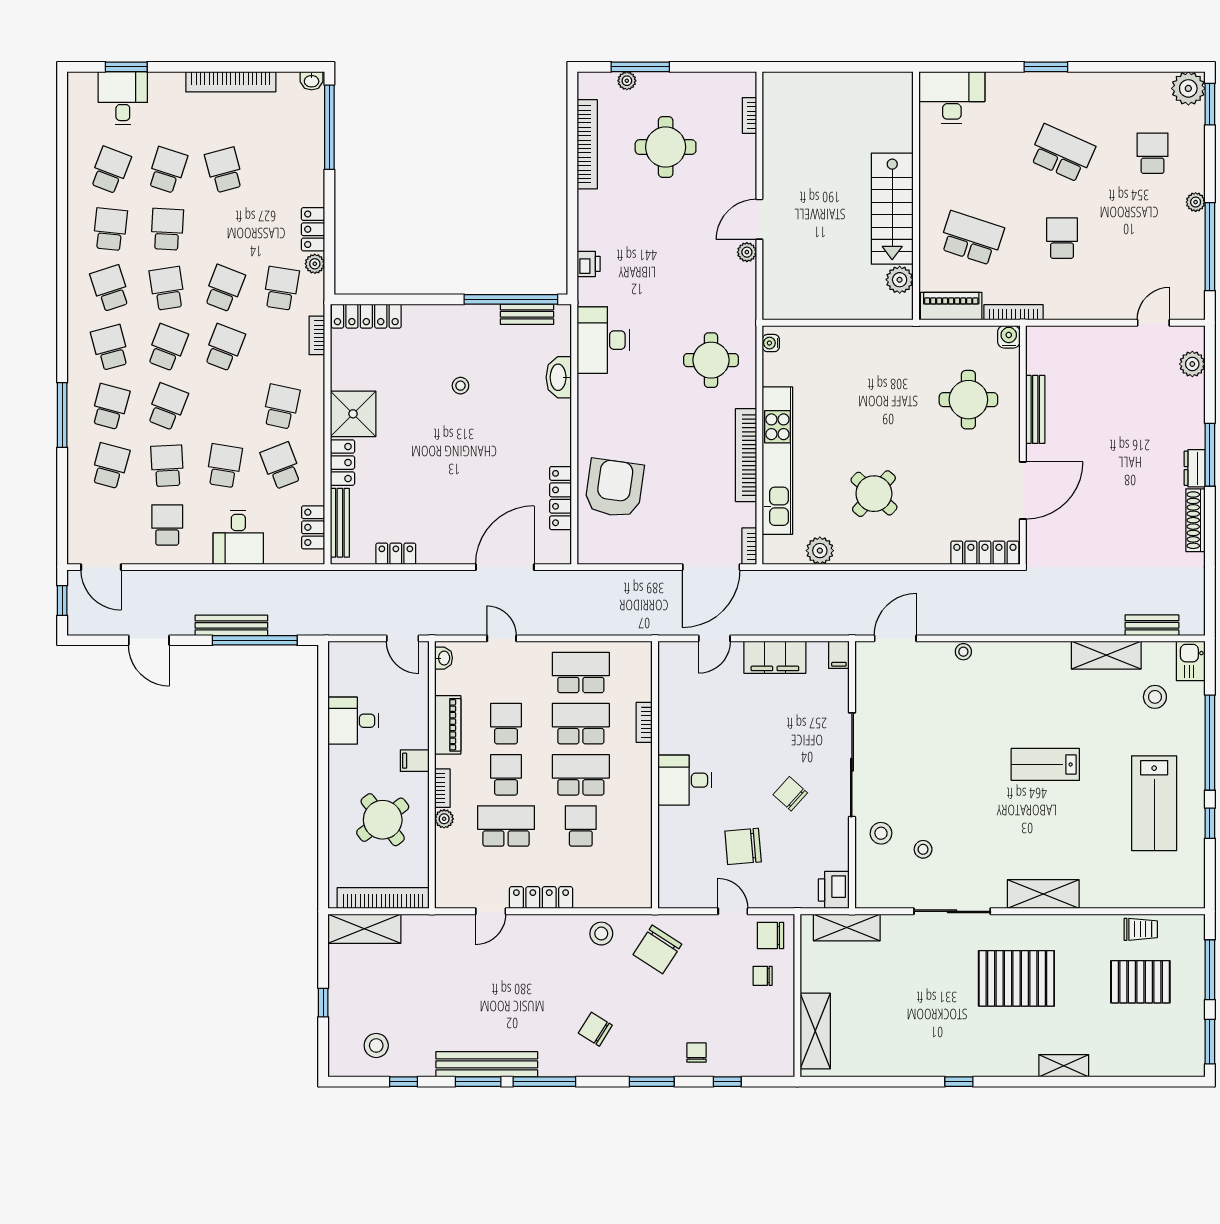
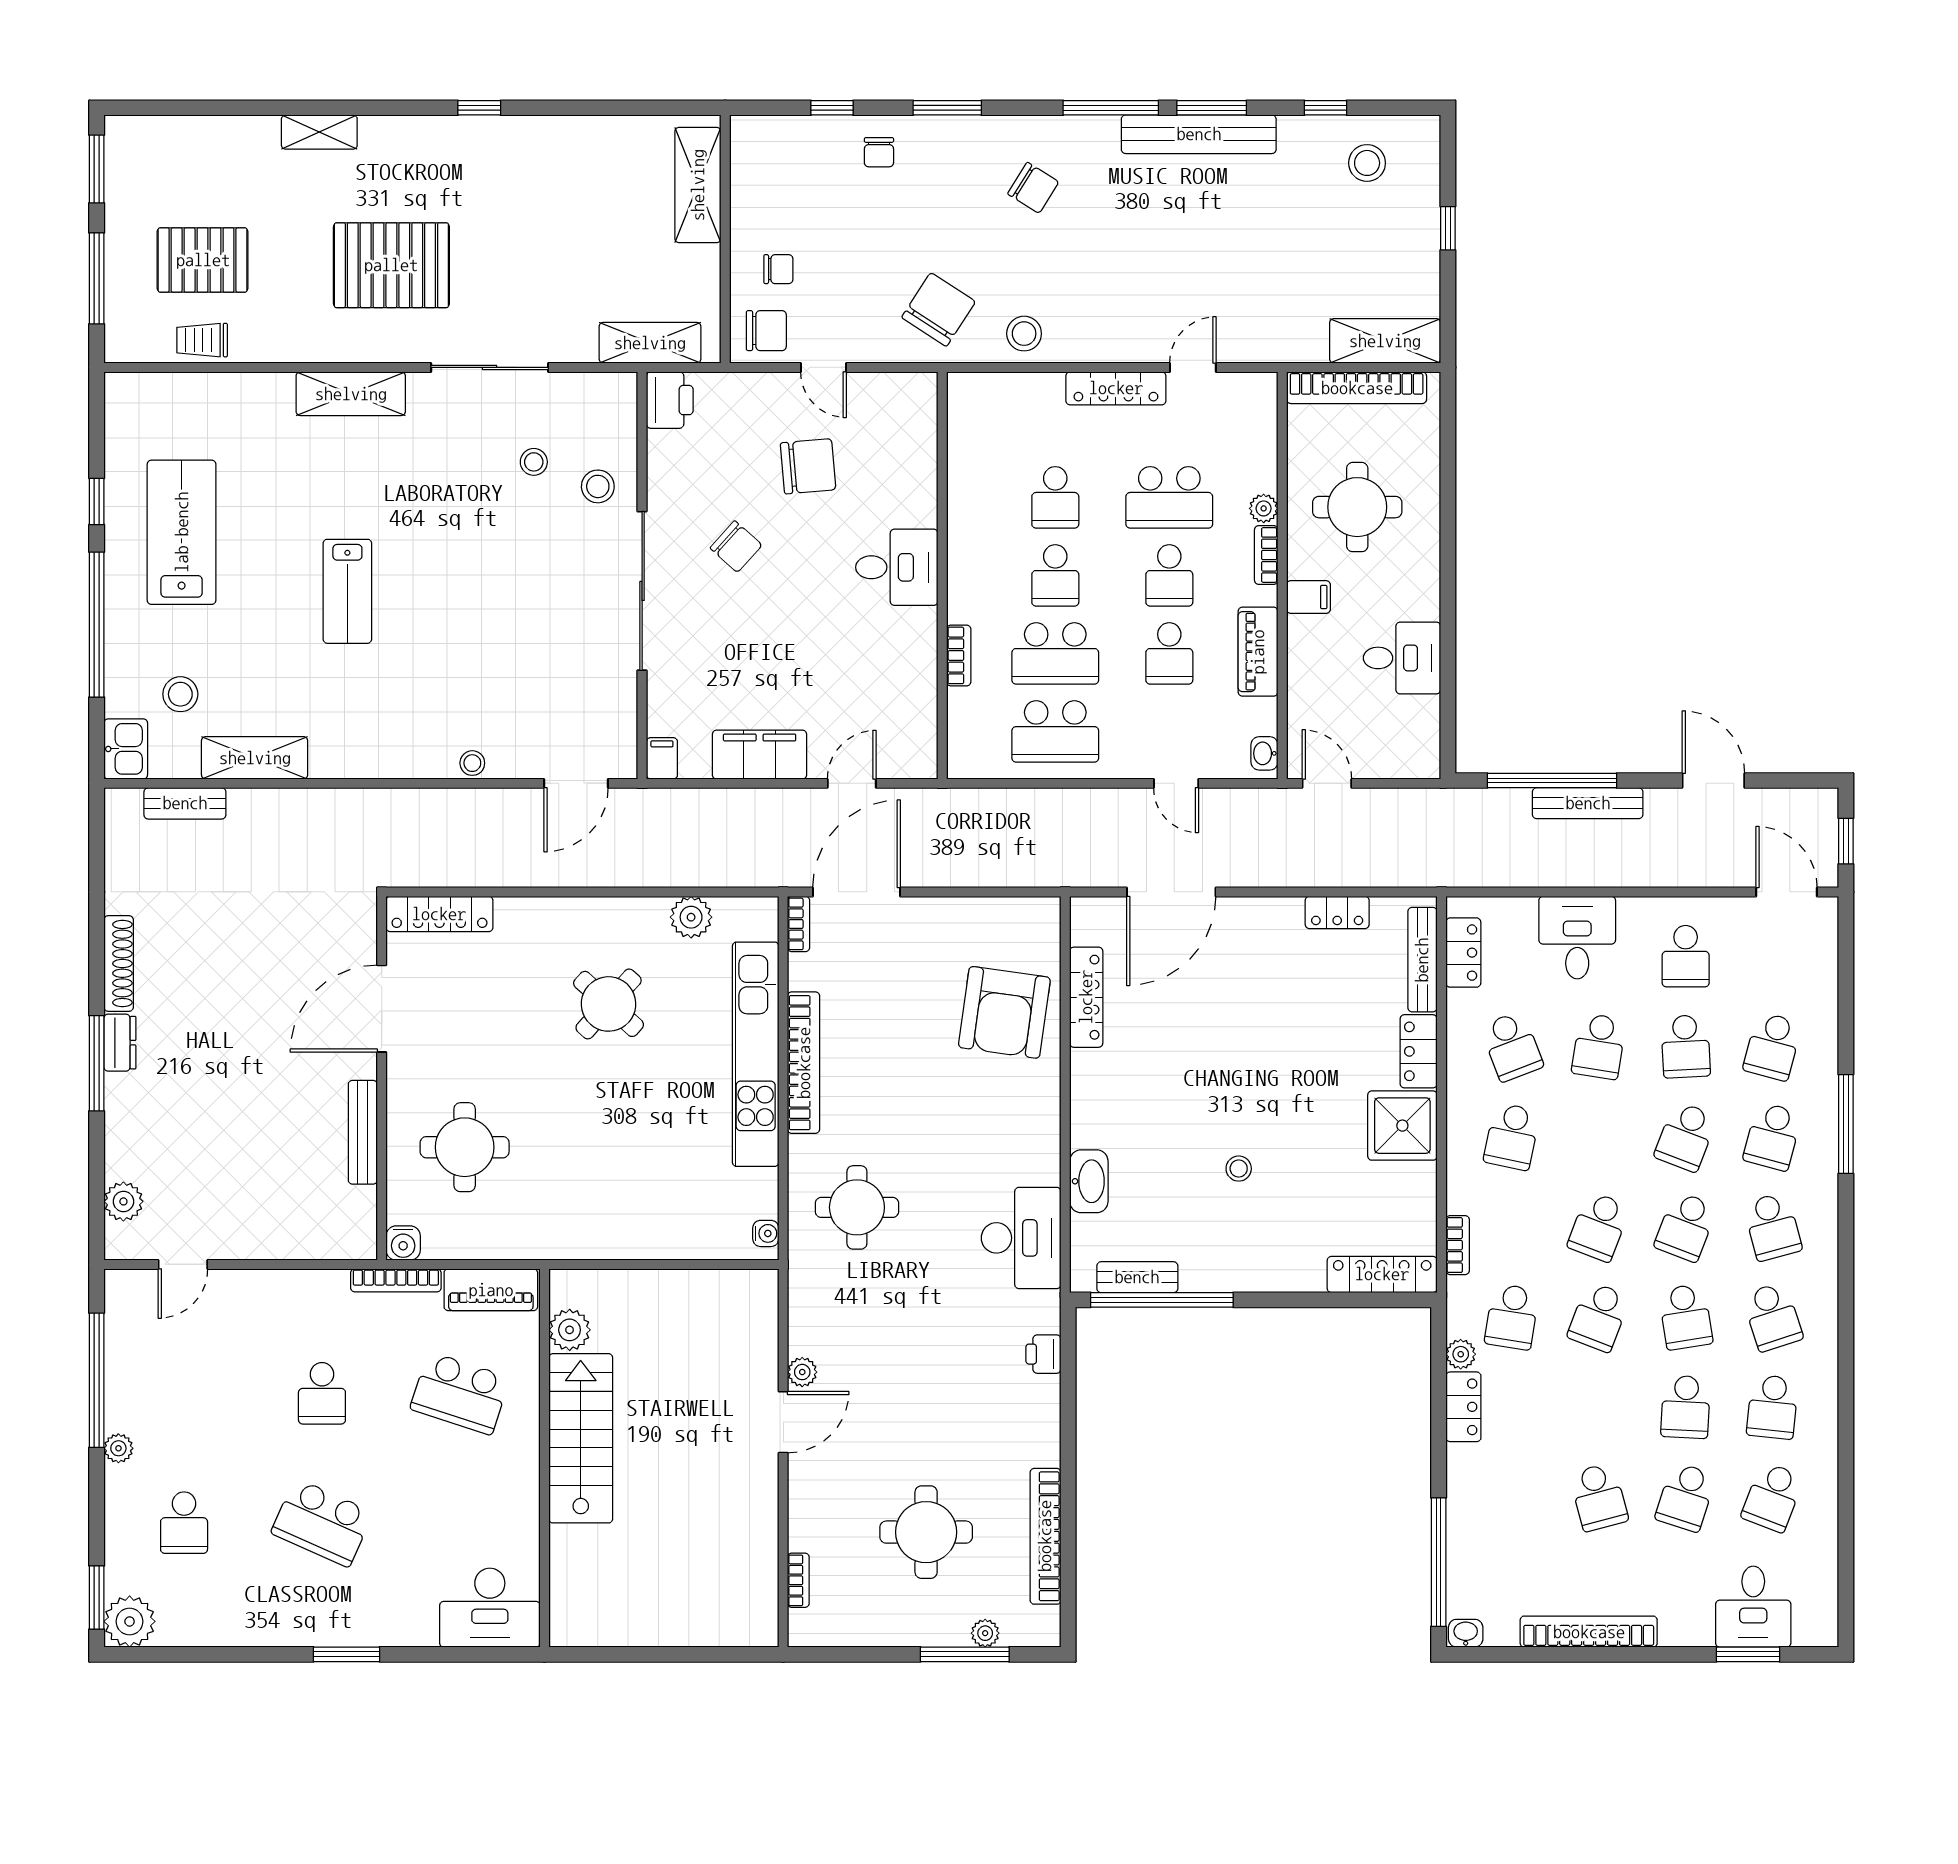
lab bench: (1045, 764) -> (347, 591), turned 90
school desk: (581, 775) -> (1055, 575), width x0.54
round table: (383, 820) -> (1357, 507), turned 37

